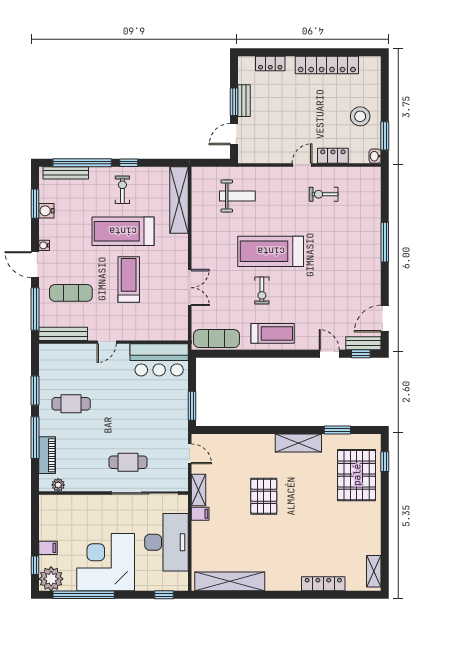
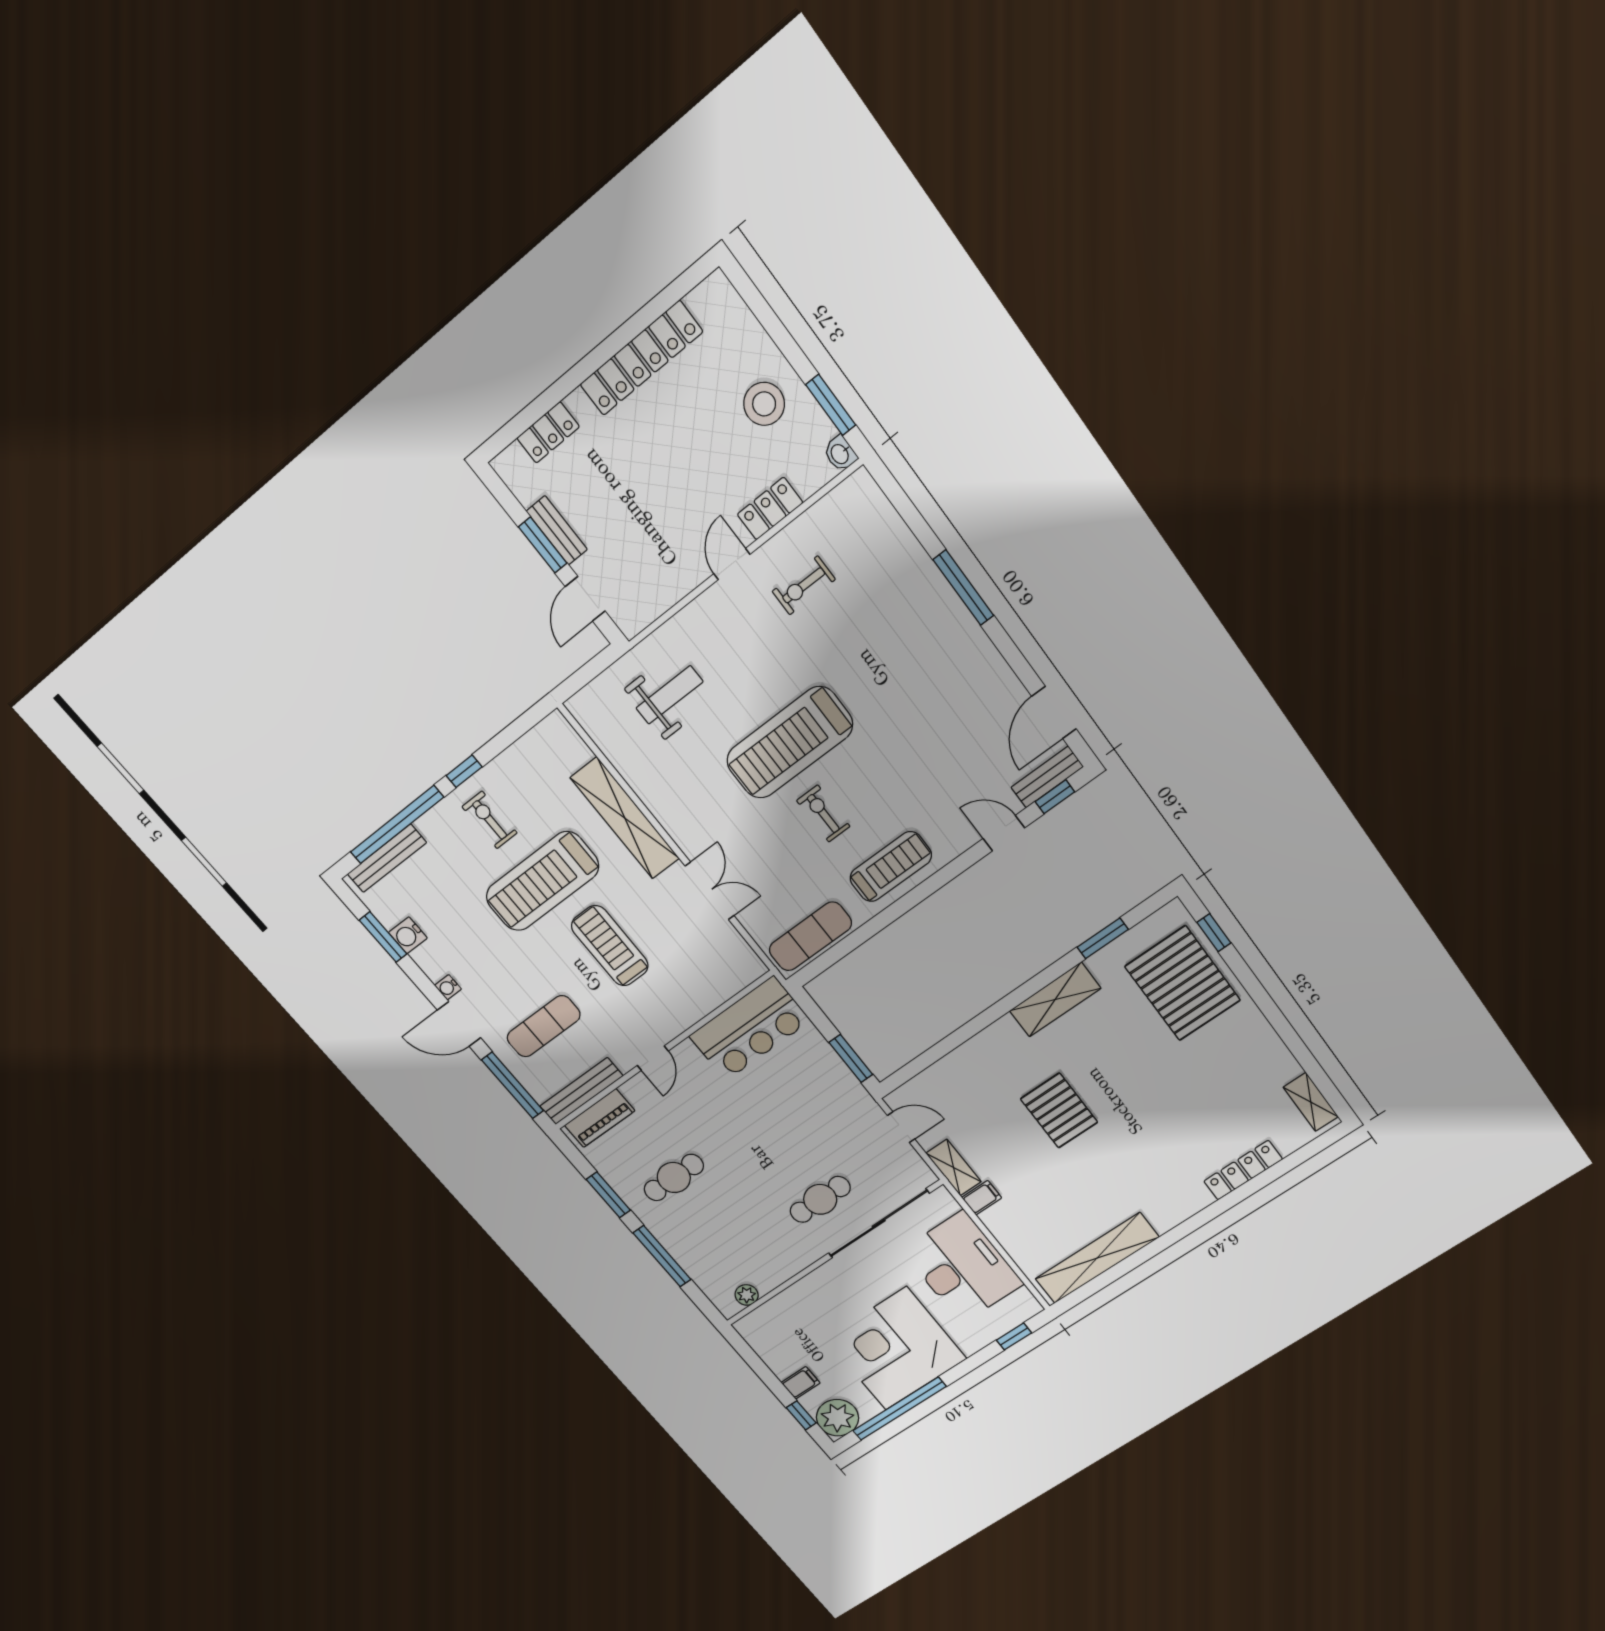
shelving: (179, 200) -> (625, 818), moved
exercise bike: (262, 290) -> (823, 814), turned 180
piano: (47, 455) -> (600, 1118), moved, turned 90

